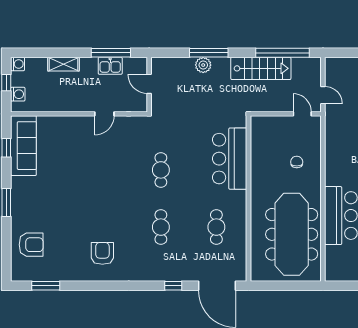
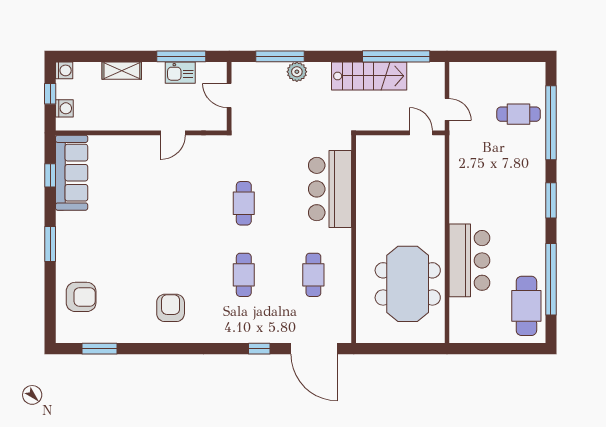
window: (209, 53) -> (280, 56), moved
chair: (297, 162) -> (414, 193), removed
meeting table: (292, 234) -> (408, 284), width x0.73

